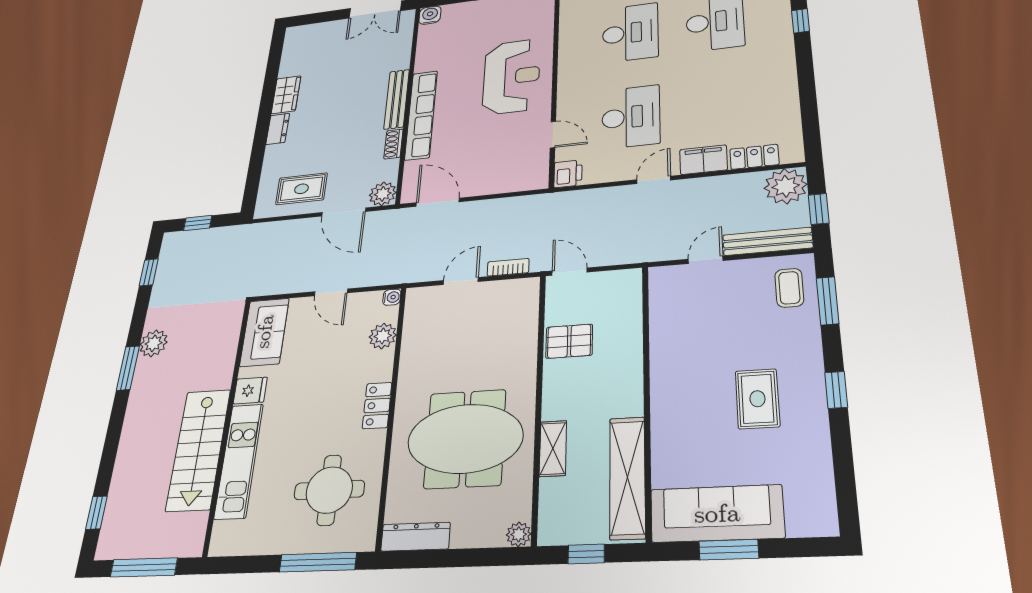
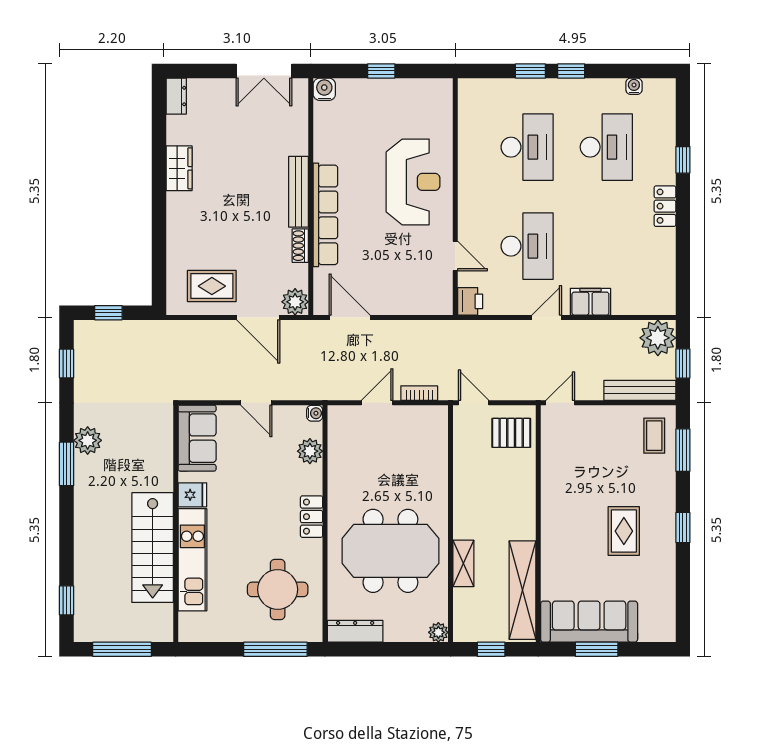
dresser: (278, 129) -> (176, 96), moved
locker: (754, 157) -> (665, 206), moved, turned -90
door: (706, 260) -> (560, 403), moved
pallet: (569, 341) -> (511, 433), moved

